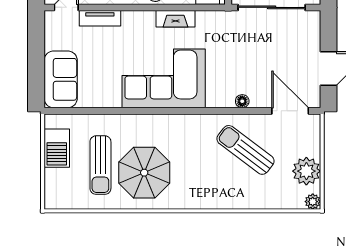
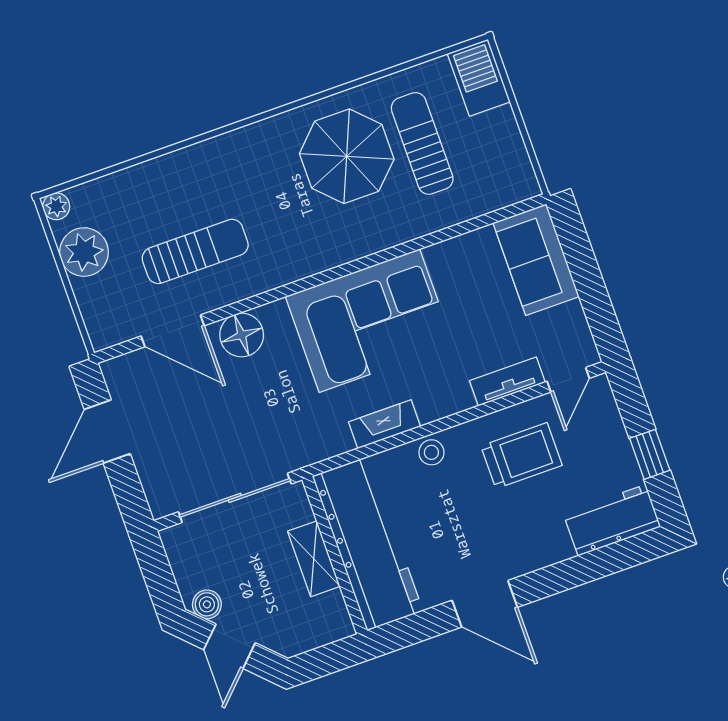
floor lamp: (242, 101) -> (242, 335), width x1.89, depth x1.89
door: (290, 111) -> (173, 331), moved
barbecue: (57, 148) -> (479, 78), moved
sun lounger: (246, 150) -> (195, 251), turned -37

